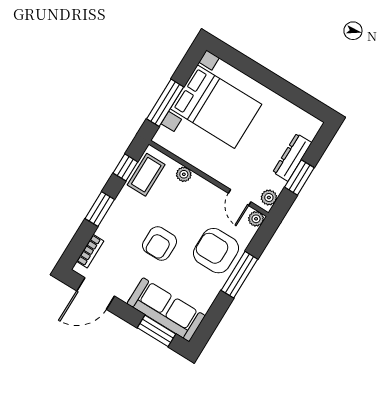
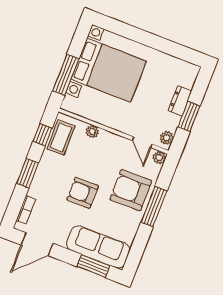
dresser: (292, 157) -> (180, 101), width x0.70
armchair: (160, 243) -> (83, 193), turned 90

